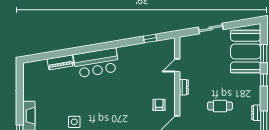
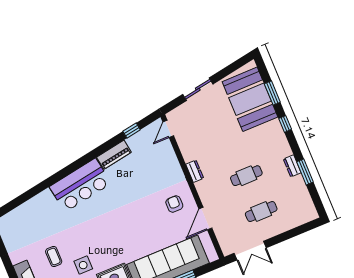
piano: (61, 62) -> (114, 155), moved
door: (177, 65) -> (168, 129), moved
coffee table: (55, 107) -> (54, 257), added

